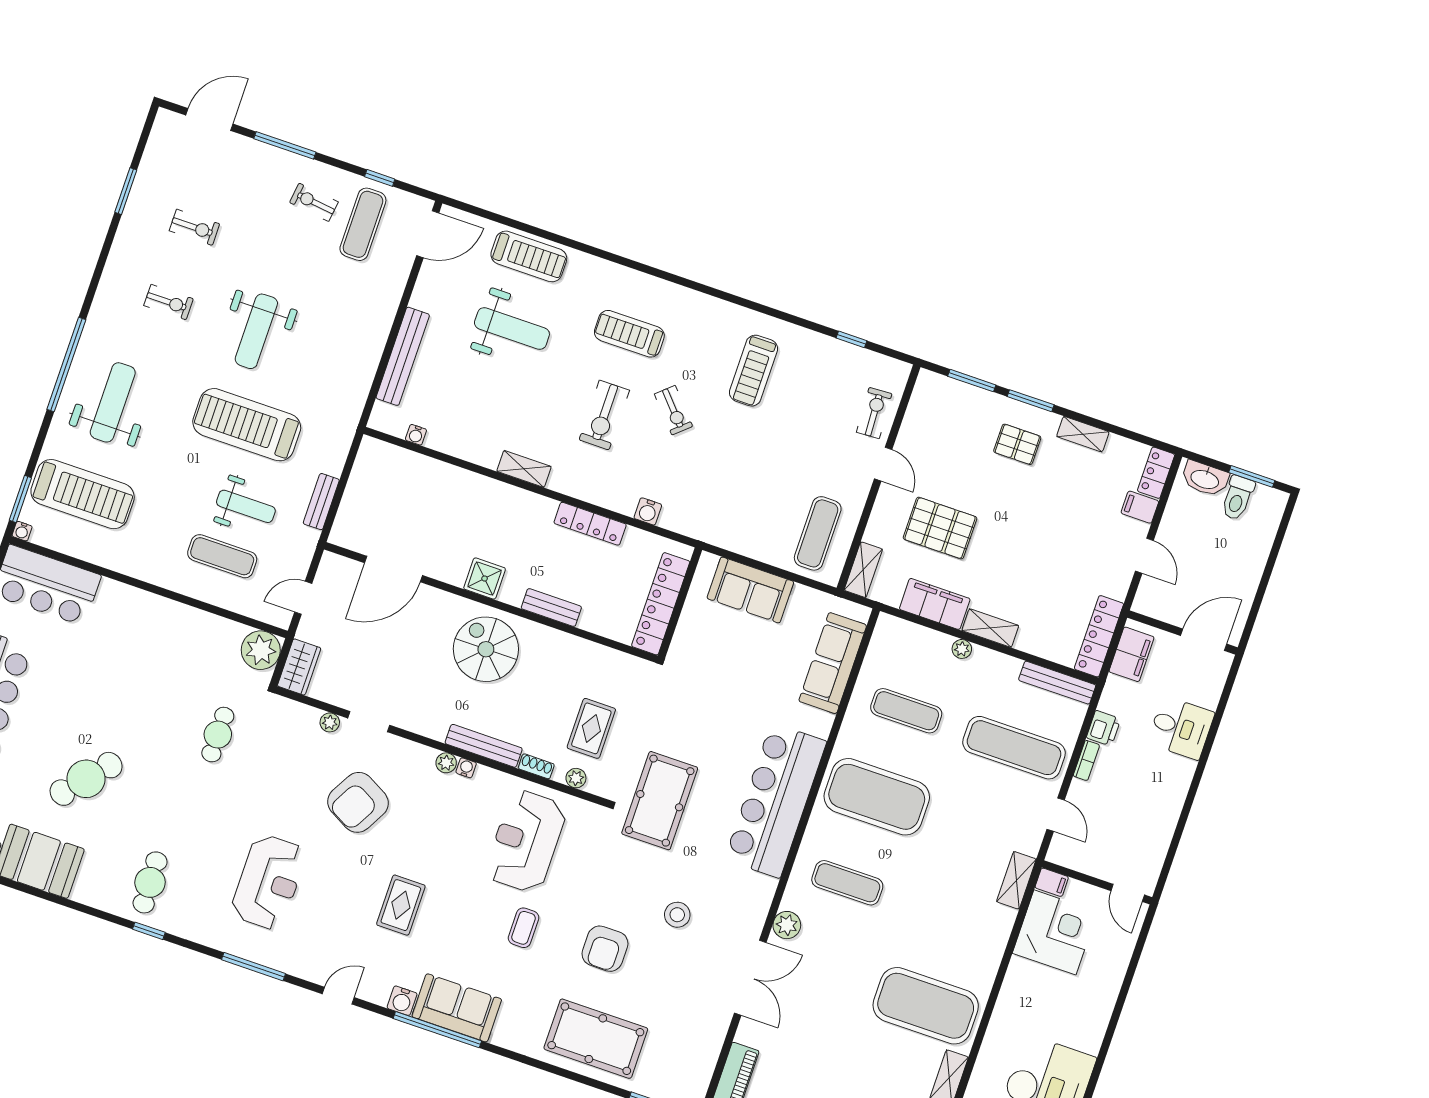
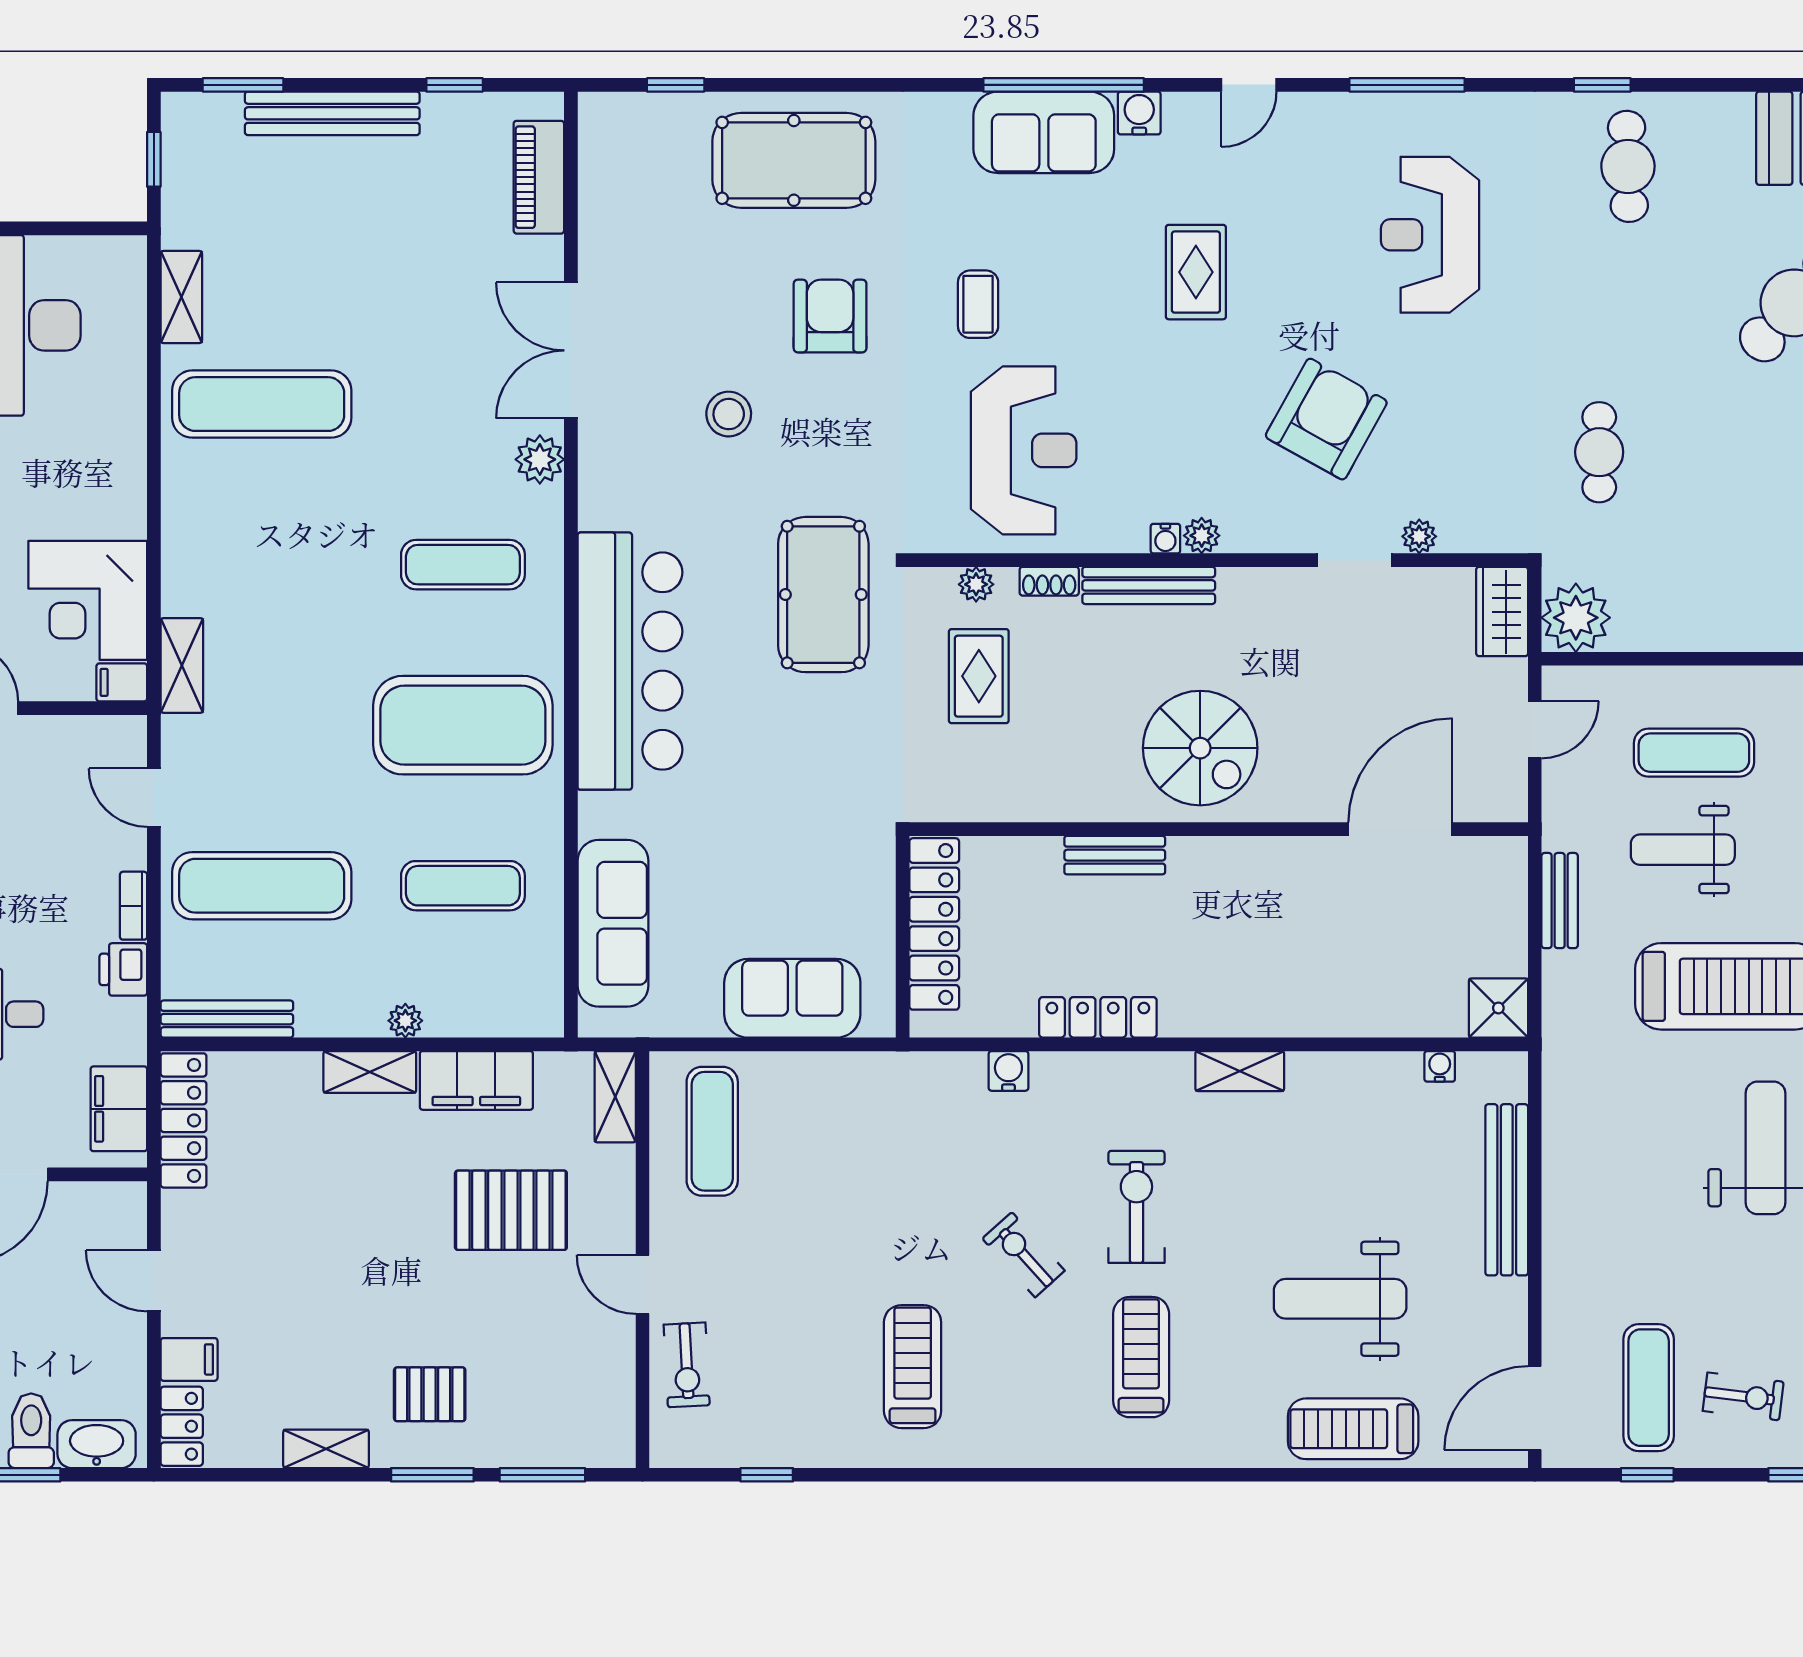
treadmill: (629, 334) -> (1141, 1357), turned -90
shower: (485, 578) -> (1498, 1008), moved
exercise mat: (926, 1006) -> (262, 404), width x0.68

